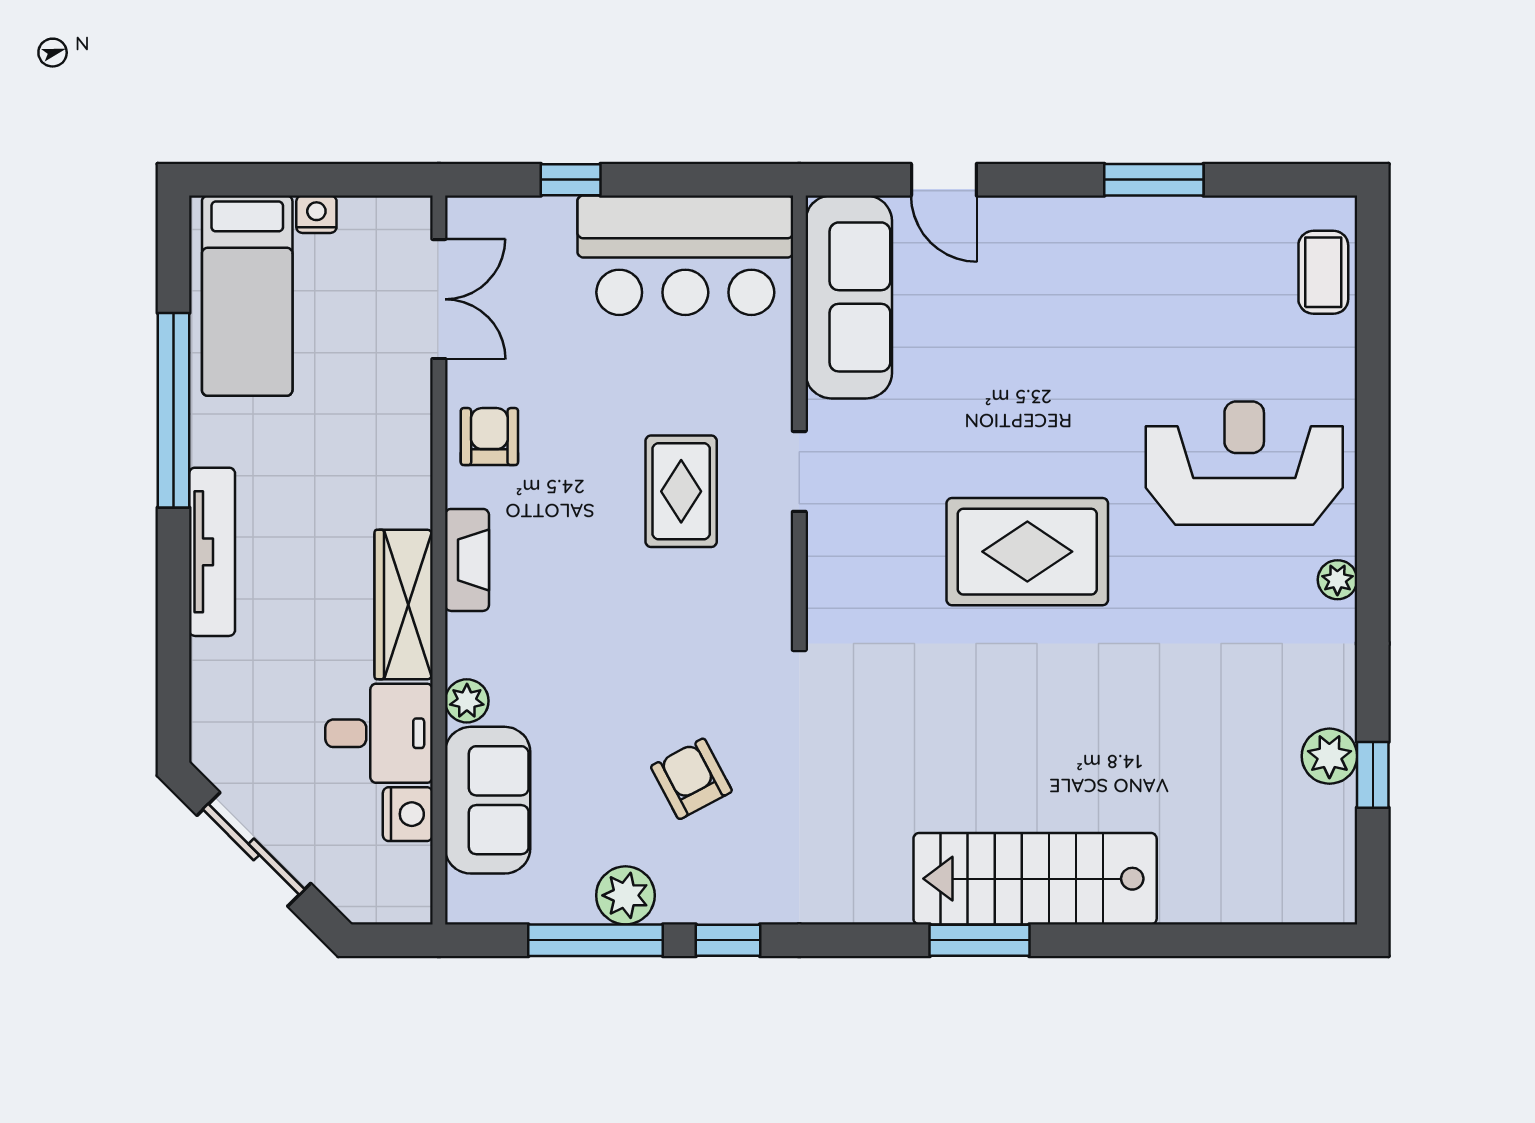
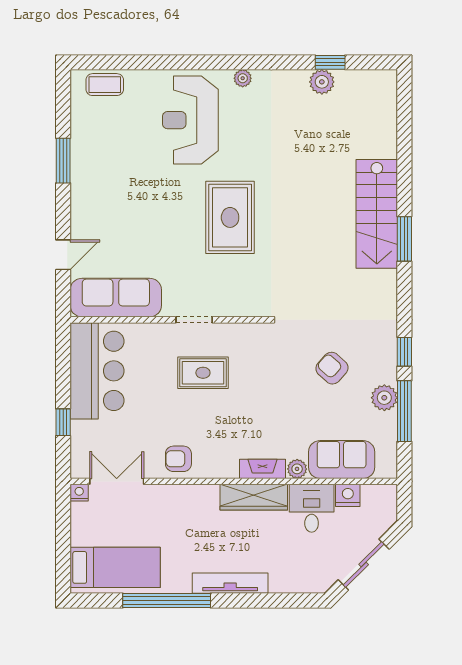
nightstand: (316, 214) -> (79, 493), moved, turned 90
fireplace: (467, 560) -> (262, 469), moved
armchair: (691, 779) -> (332, 368), turned 70

